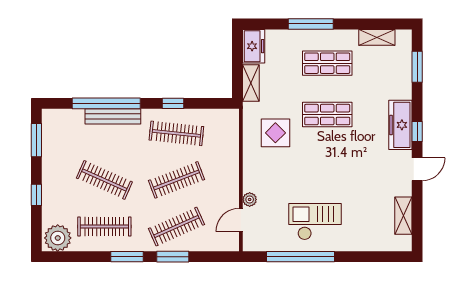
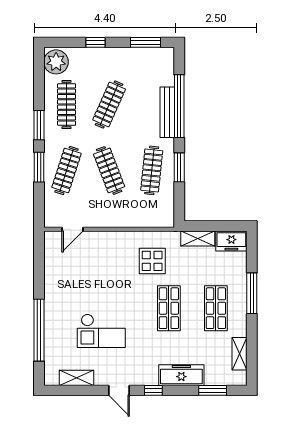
window: (173, 103) -> (179, 167), width x1.50
freezer: (400, 125) -> (181, 375), moved
plant: (250, 199) -> (91, 237), removed
door: (241, 220) -> (72, 229), swing flipped
checkout: (315, 222) -> (101, 331), moved, turned 90
clothes rail: (176, 227) -> (67, 170), turned 42
window: (301, 257) -> (39, 330), moved

